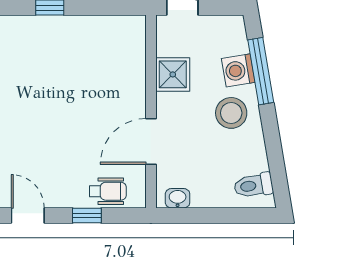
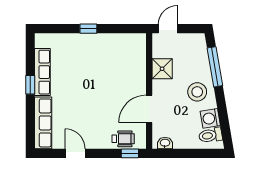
washing machine: (238, 70) -> (210, 118), moved
window: (87, 215) -> (130, 153), moved

